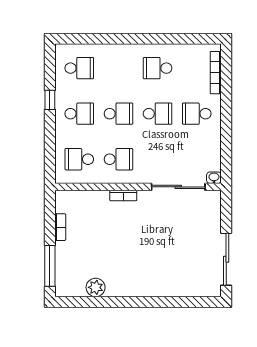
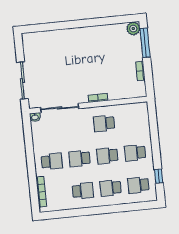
window: (50, 100) -> (159, 176), moved
school desk: (79, 159) -> (111, 188), moved, turned 180
sliding door: (226, 259) -> (22, 80), moved
plant: (96, 287) -> (133, 29), moved

